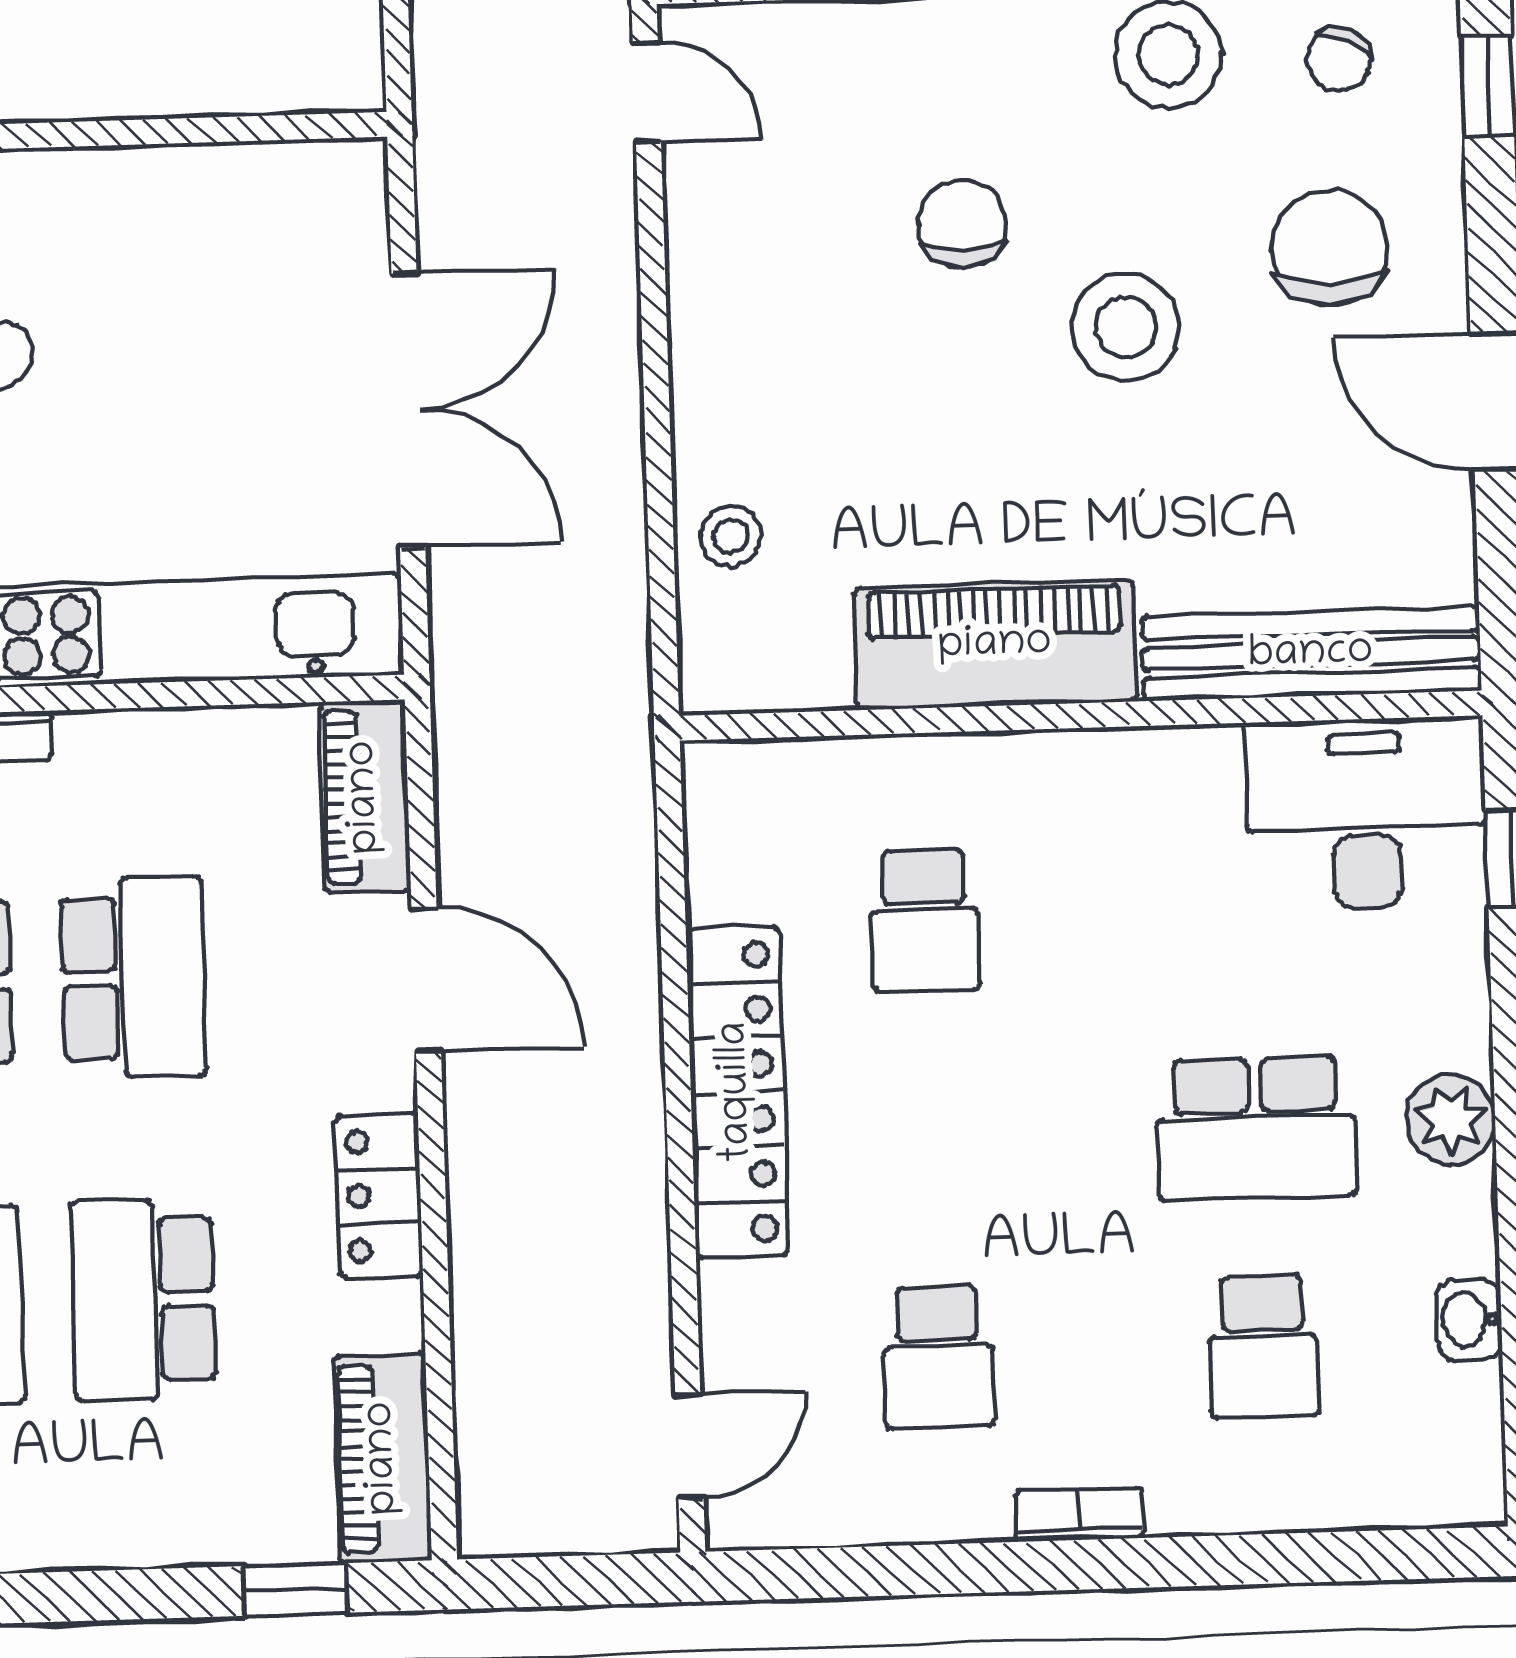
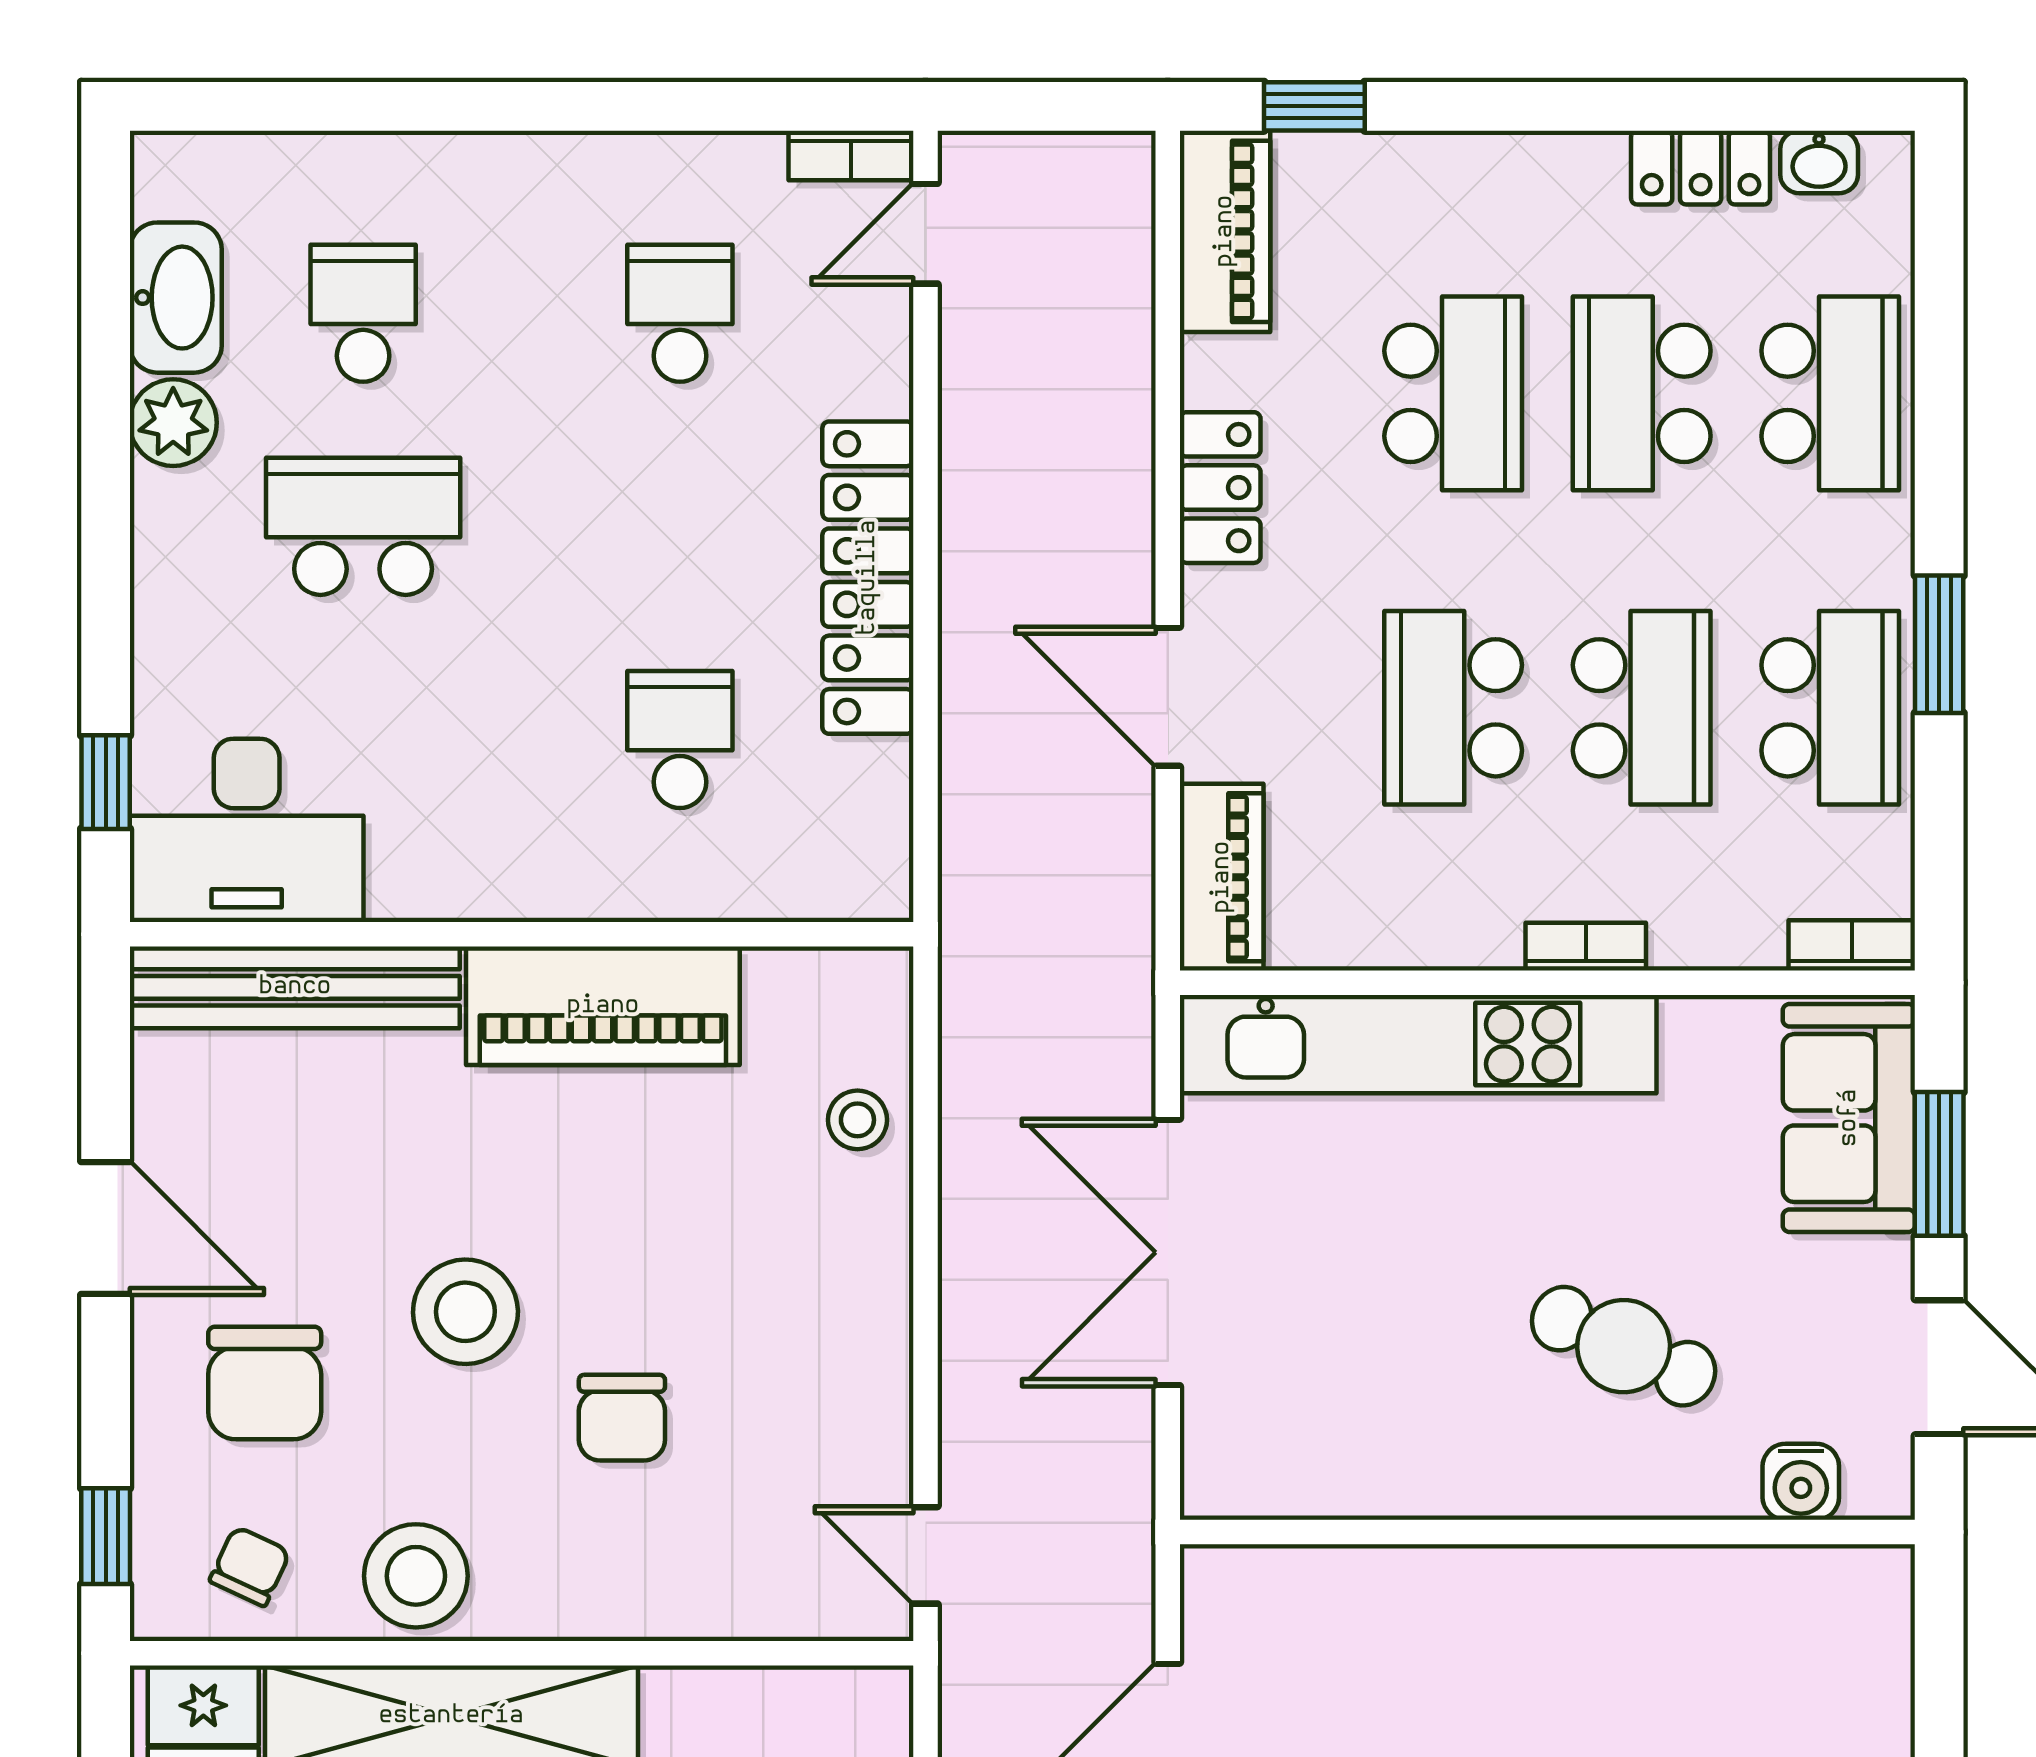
plant: (1451, 1120) -> (173, 423), moved
washbasin: (1469, 1320) -> (176, 298), width x1.91, depth x1.45
bookcase: (1079, 1514) -> (851, 155), moved

